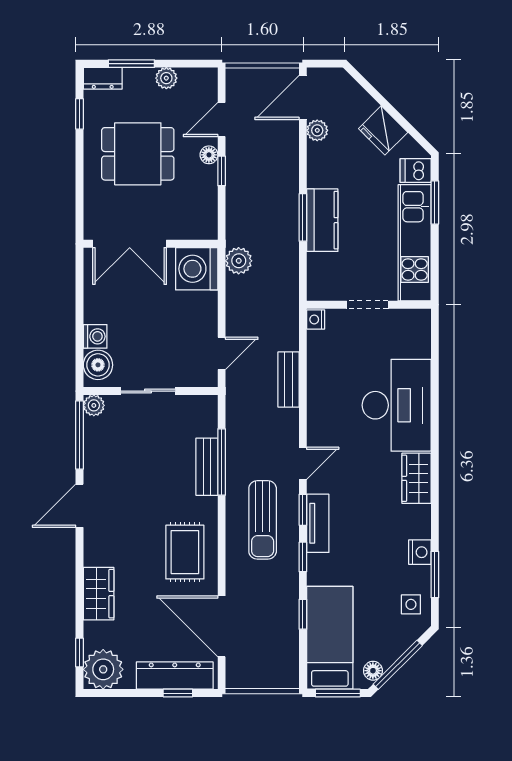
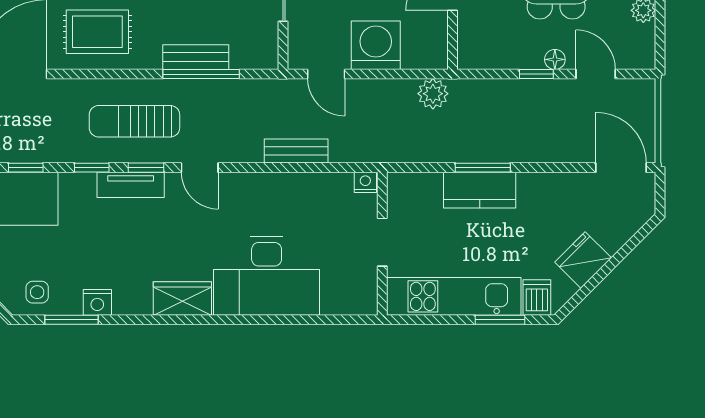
plant: (317, 130) -> (583, 184), removed
washing machine: (197, 269) -> (376, 45), moved

